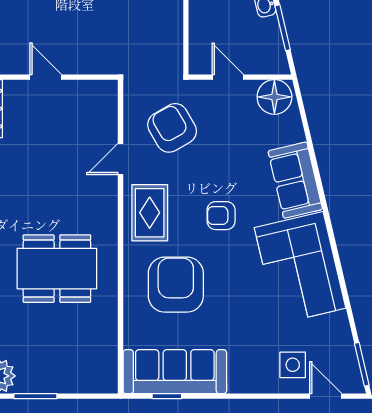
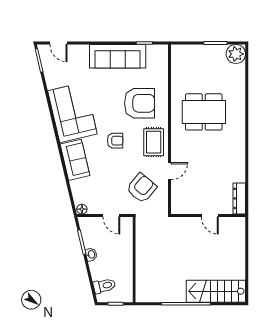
floor lamp: (274, 97) -> (82, 209), width x0.53, depth x0.53
armchair: (172, 128) -> (142, 188), turned -110
armchair: (176, 285) -> (140, 103), turned -90
side table: (293, 365) -> (76, 60), removed
sofa: (175, 372) -> (118, 56), moved

